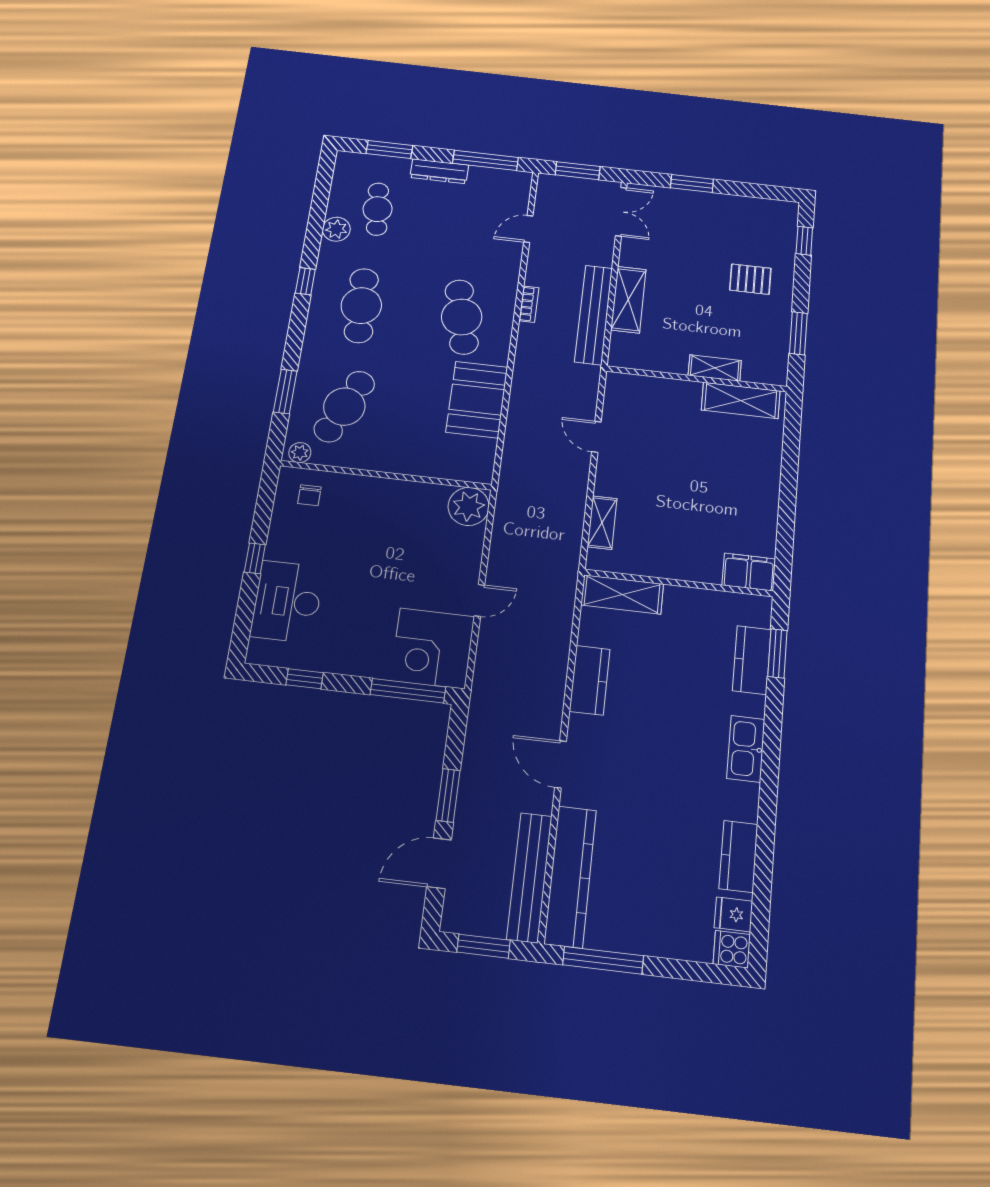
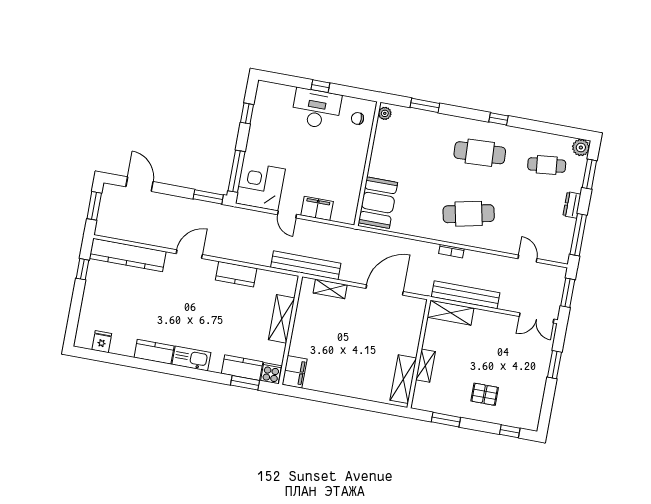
dresser: (439, 171) -> (572, 205), width x0.70
plant: (336, 229) -> (581, 148), moved
pallet: (750, 279) -> (485, 394), turned 90
shelving: (628, 300) -> (451, 313), moved
bookcase: (529, 304) -> (451, 251), moved
booth: (477, 400) -> (378, 203), moved, turned 90
cafe table: (344, 407) -> (413, 140), removed
door: (596, 437) -> (385, 290), width x1.87
plant: (469, 506) -> (345, 211), removed
filing cabinet: (466, 552) -> (317, 208), added
shelving: (622, 594) -> (282, 319), moved
desk: (287, 602) -> (316, 109), moved
window: (448, 795) -> (208, 197), moved
kitchen counter: (738, 856) -> (154, 352), moved
bench: (529, 877) -> (306, 265), moved
cooker: (732, 949) -> (271, 373), moved
window: (603, 960) -> (83, 269), width x0.46

